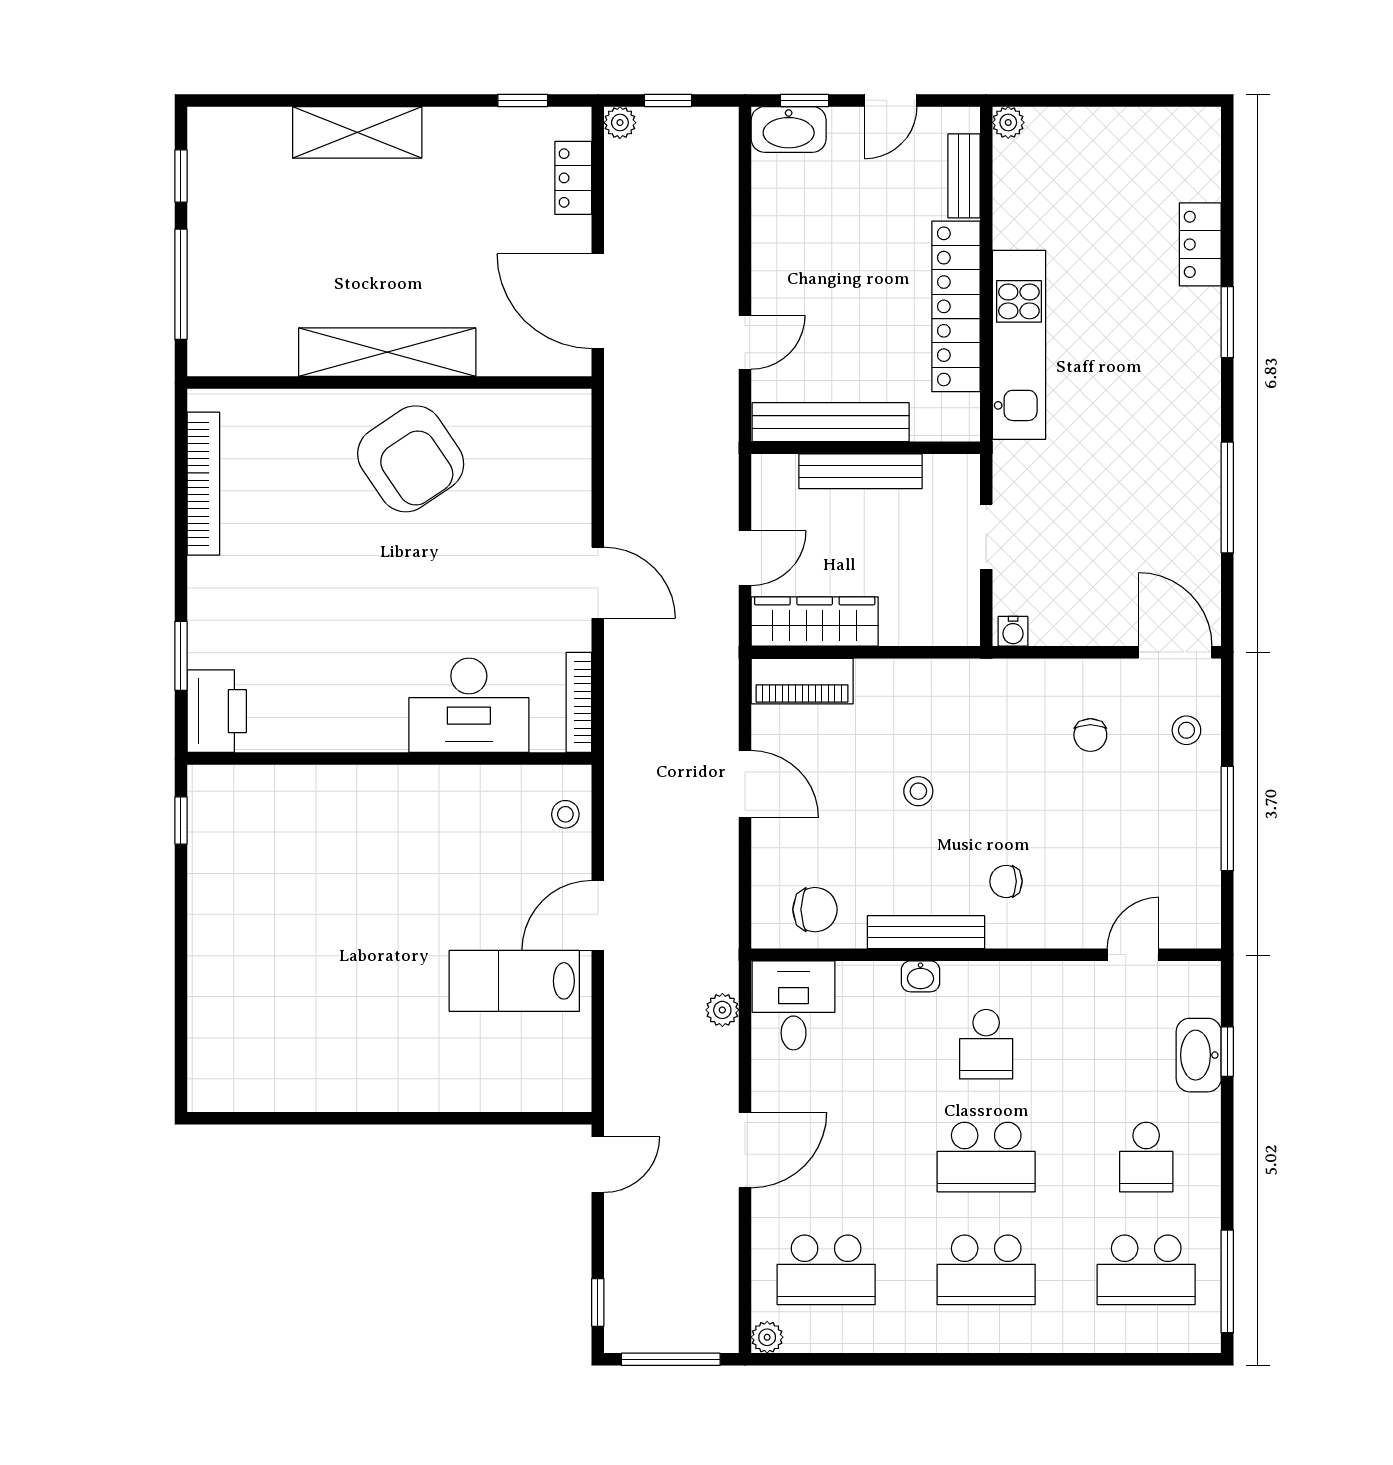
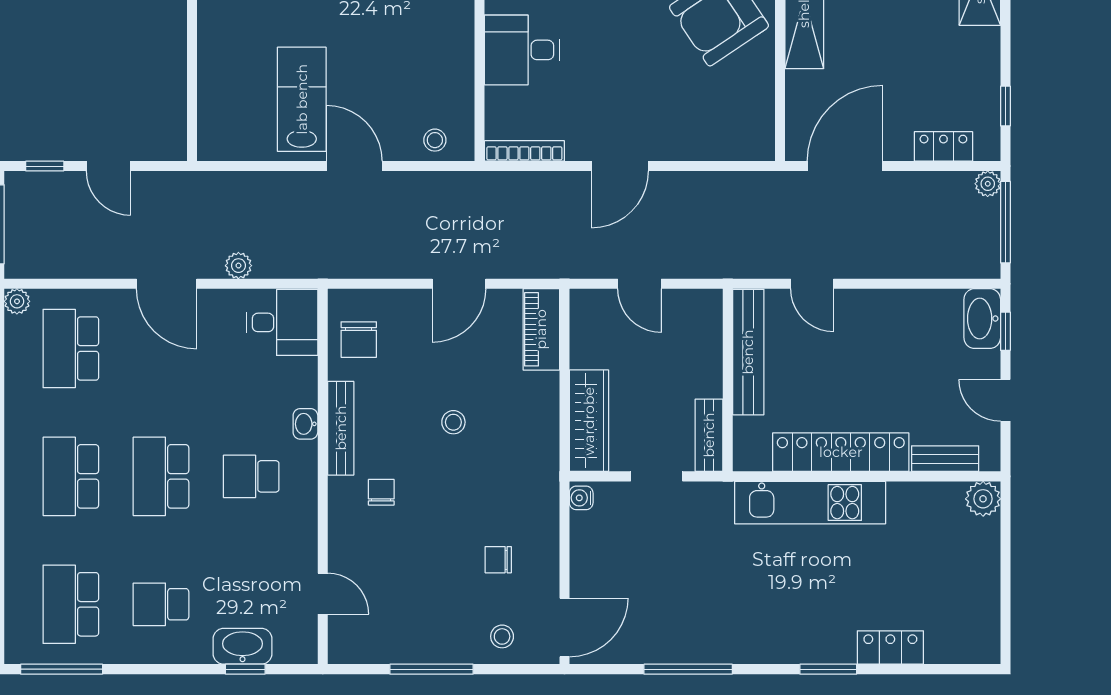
window: (668, 100) -> (1005, 222), width x2.17
plant: (1008, 122) -> (983, 499), width x1.38, depth x1.38
bench: (861, 471) -> (709, 435), moved, width x0.73
wardrobe: (815, 622) -> (589, 421), moved
desk: (469, 705) -> (522, 50), width x0.73
plant: (722, 1010) -> (238, 266), moved
door: (598, 1165) -> (109, 166), moved

